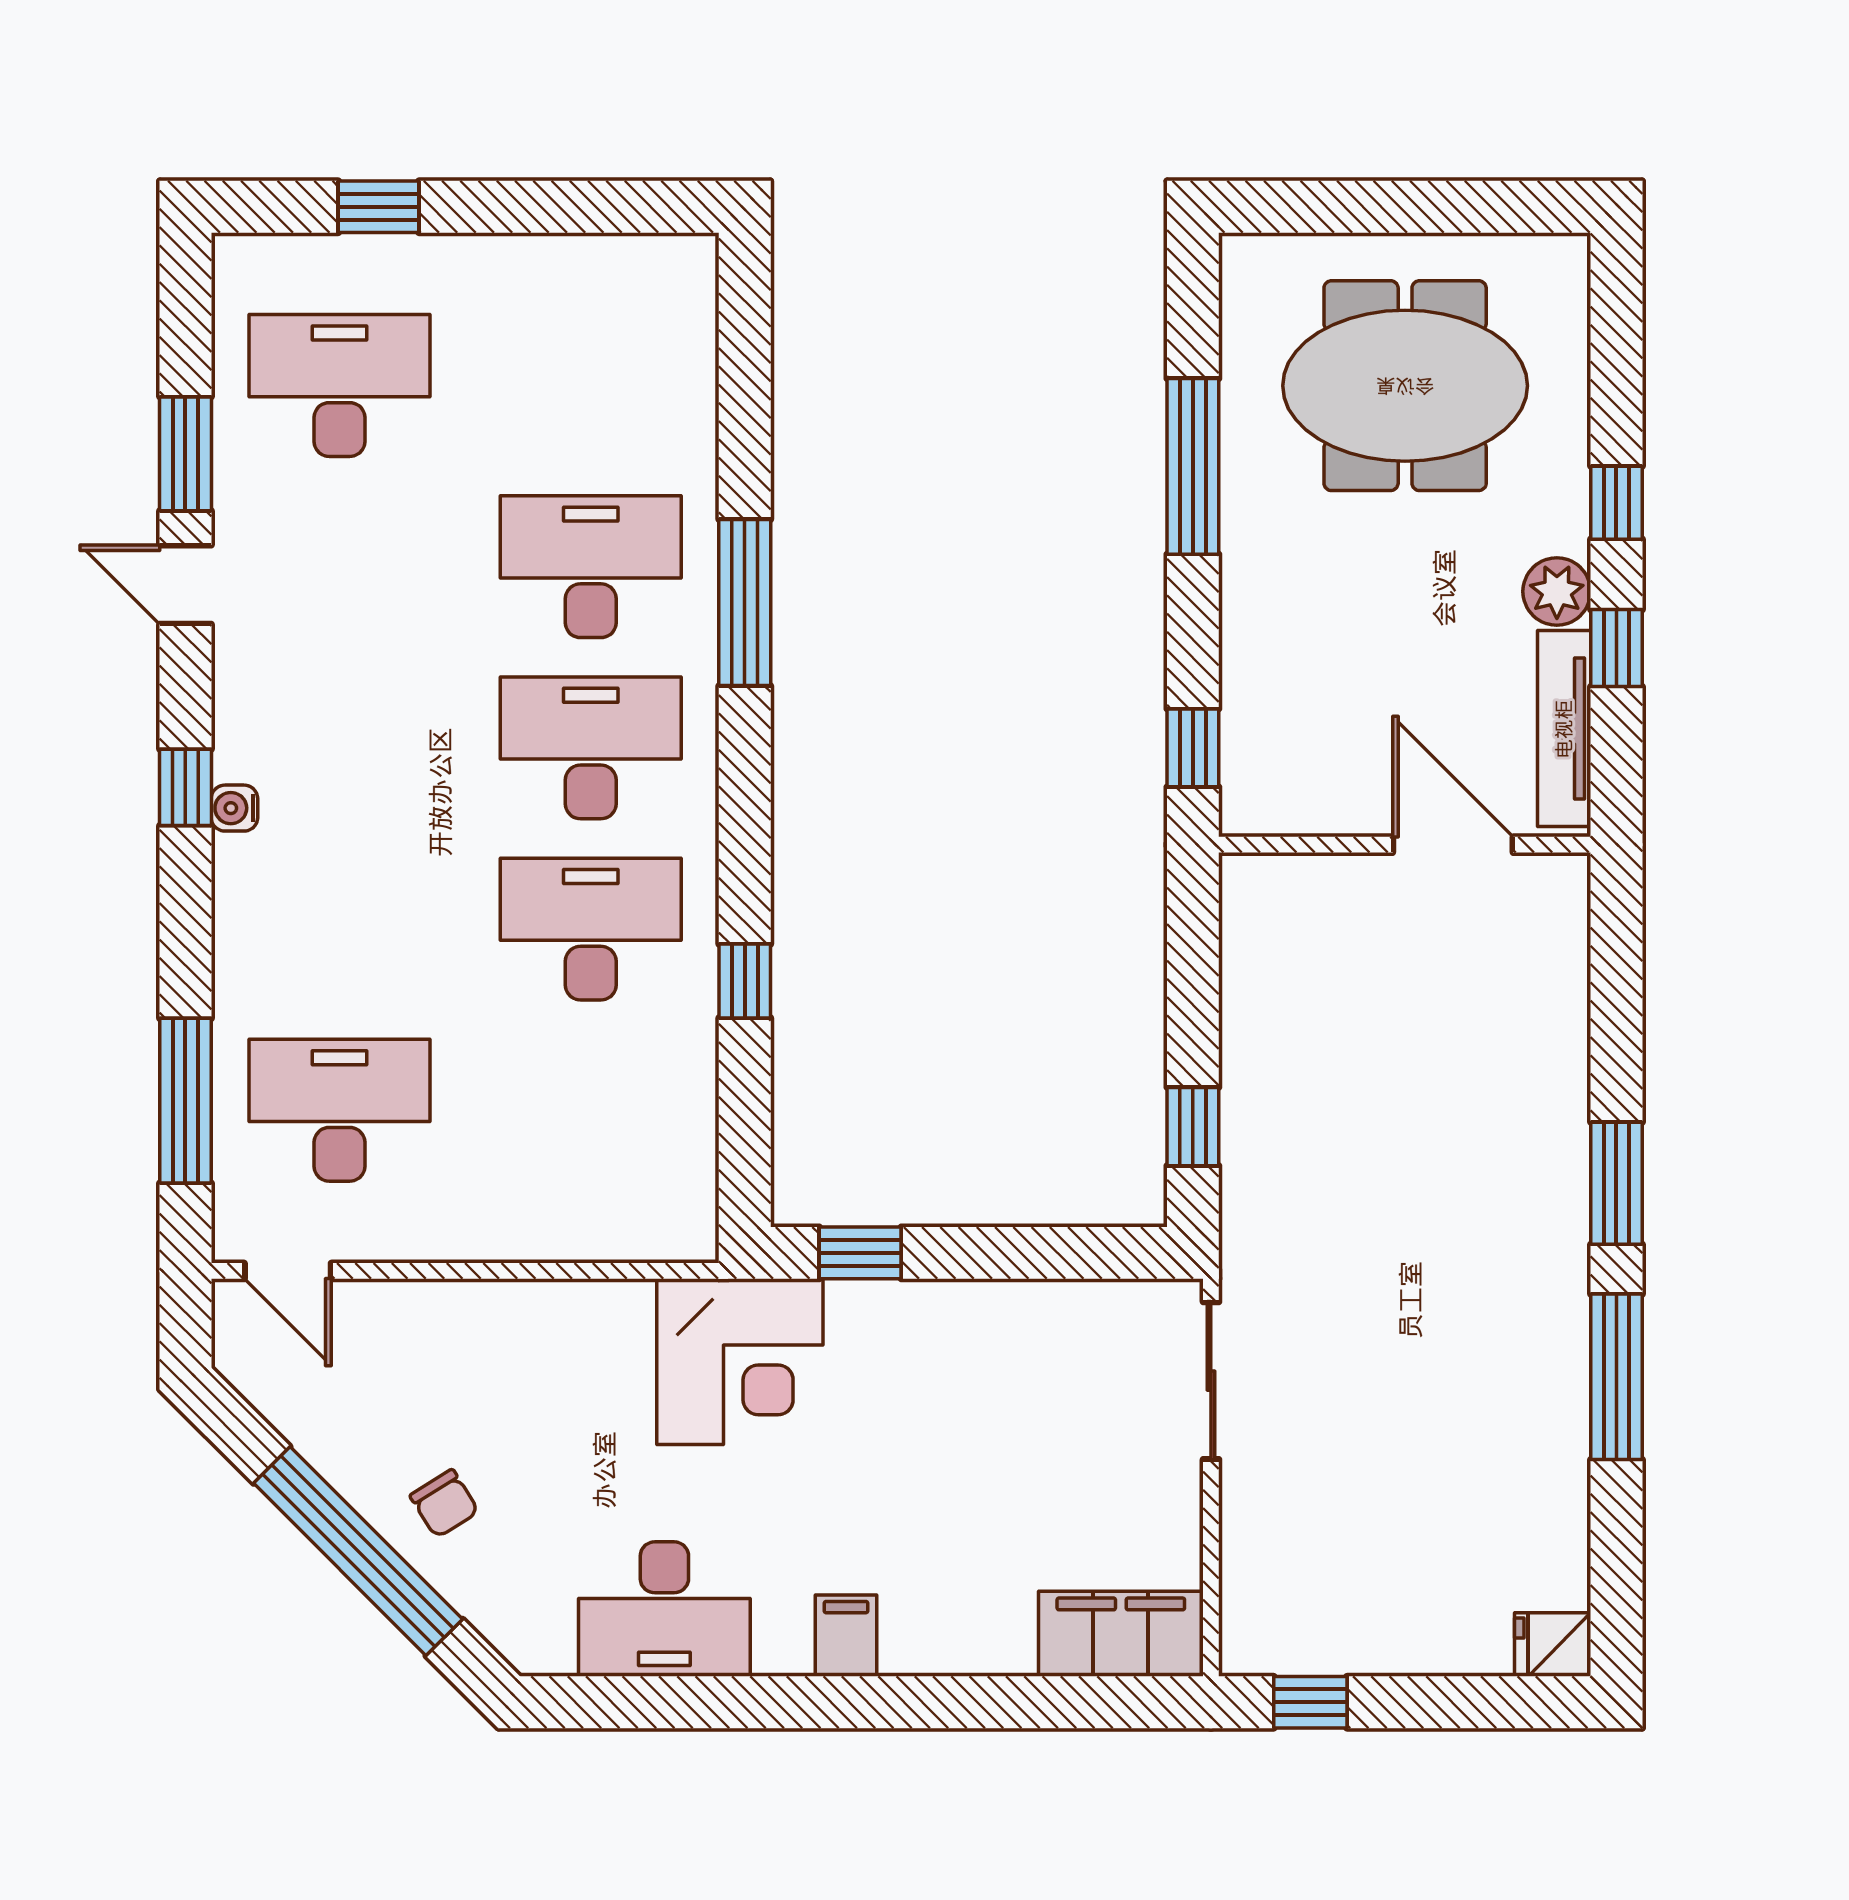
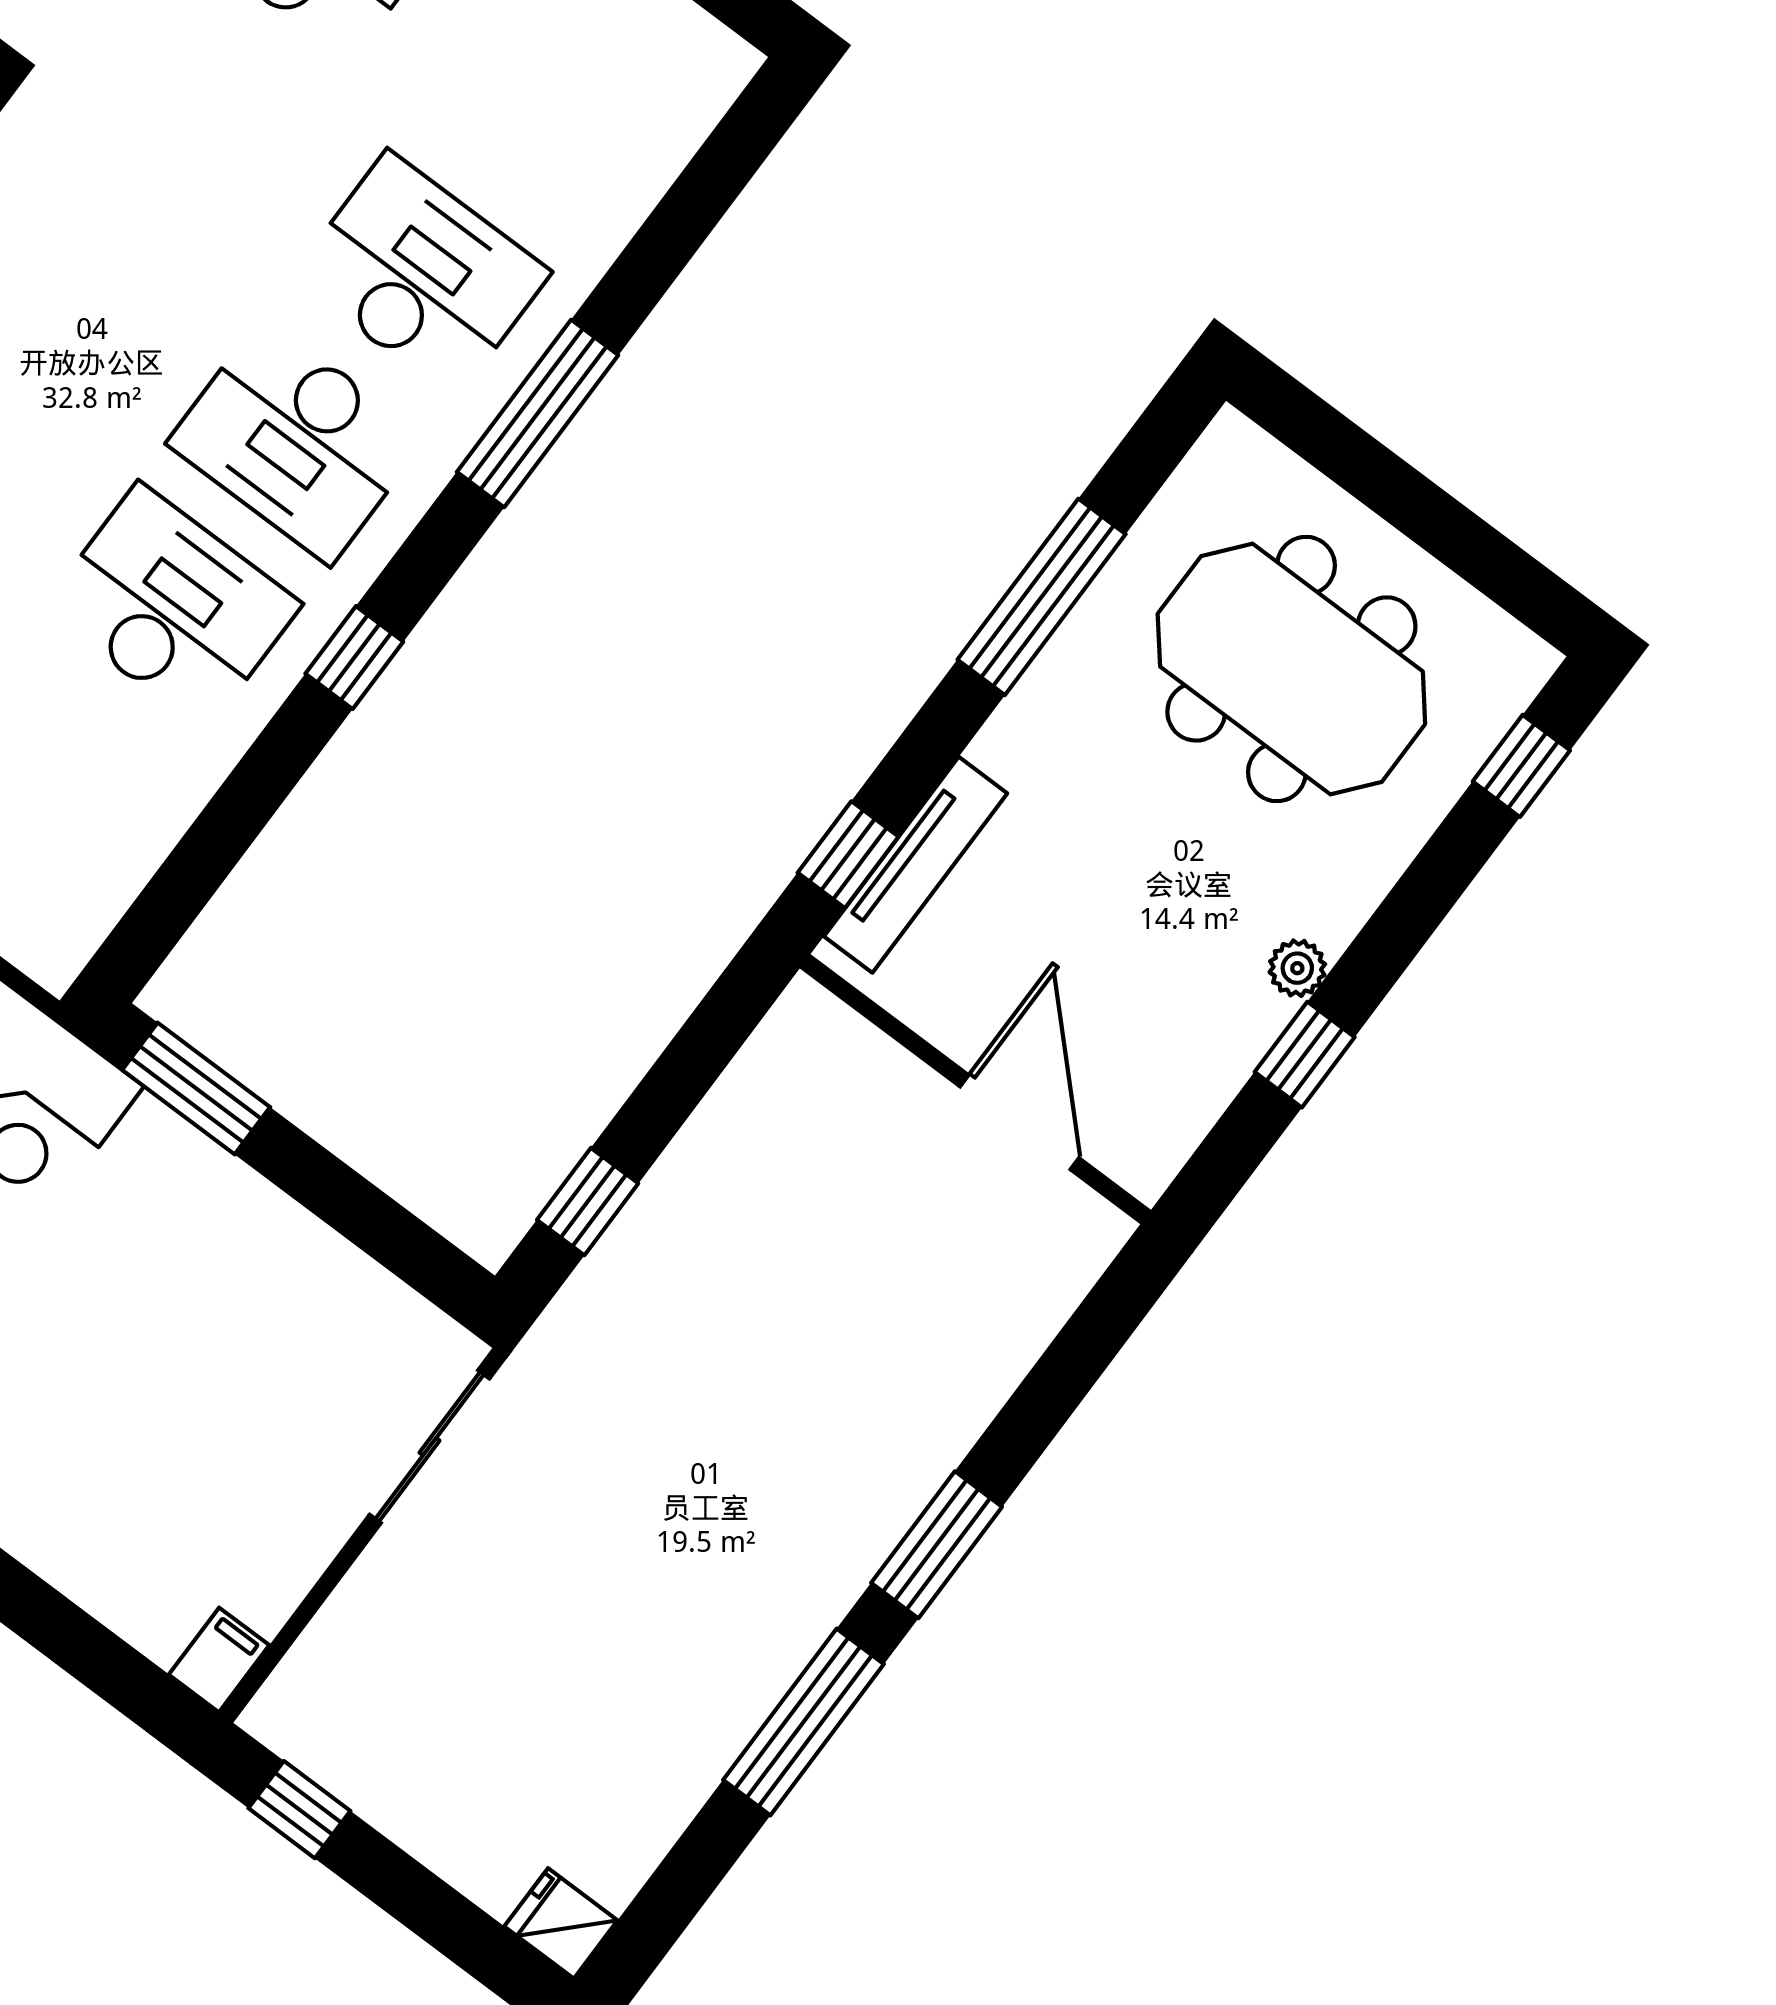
window: (1616, 503) -> (1521, 766), moved
plant: (1557, 591) -> (1297, 968), width x0.73, depth x0.73
tv unit: (1564, 729) -> (916, 865), moved, turned 180
desk: (591, 748) -> (297, 441), turned 180
window: (745, 981) -> (354, 658), moved
window: (860, 1253) -> (196, 1088), width x1.50
filing cabinet: (1121, 1634) -> (219, 1660), width x0.33, depth x0.86

